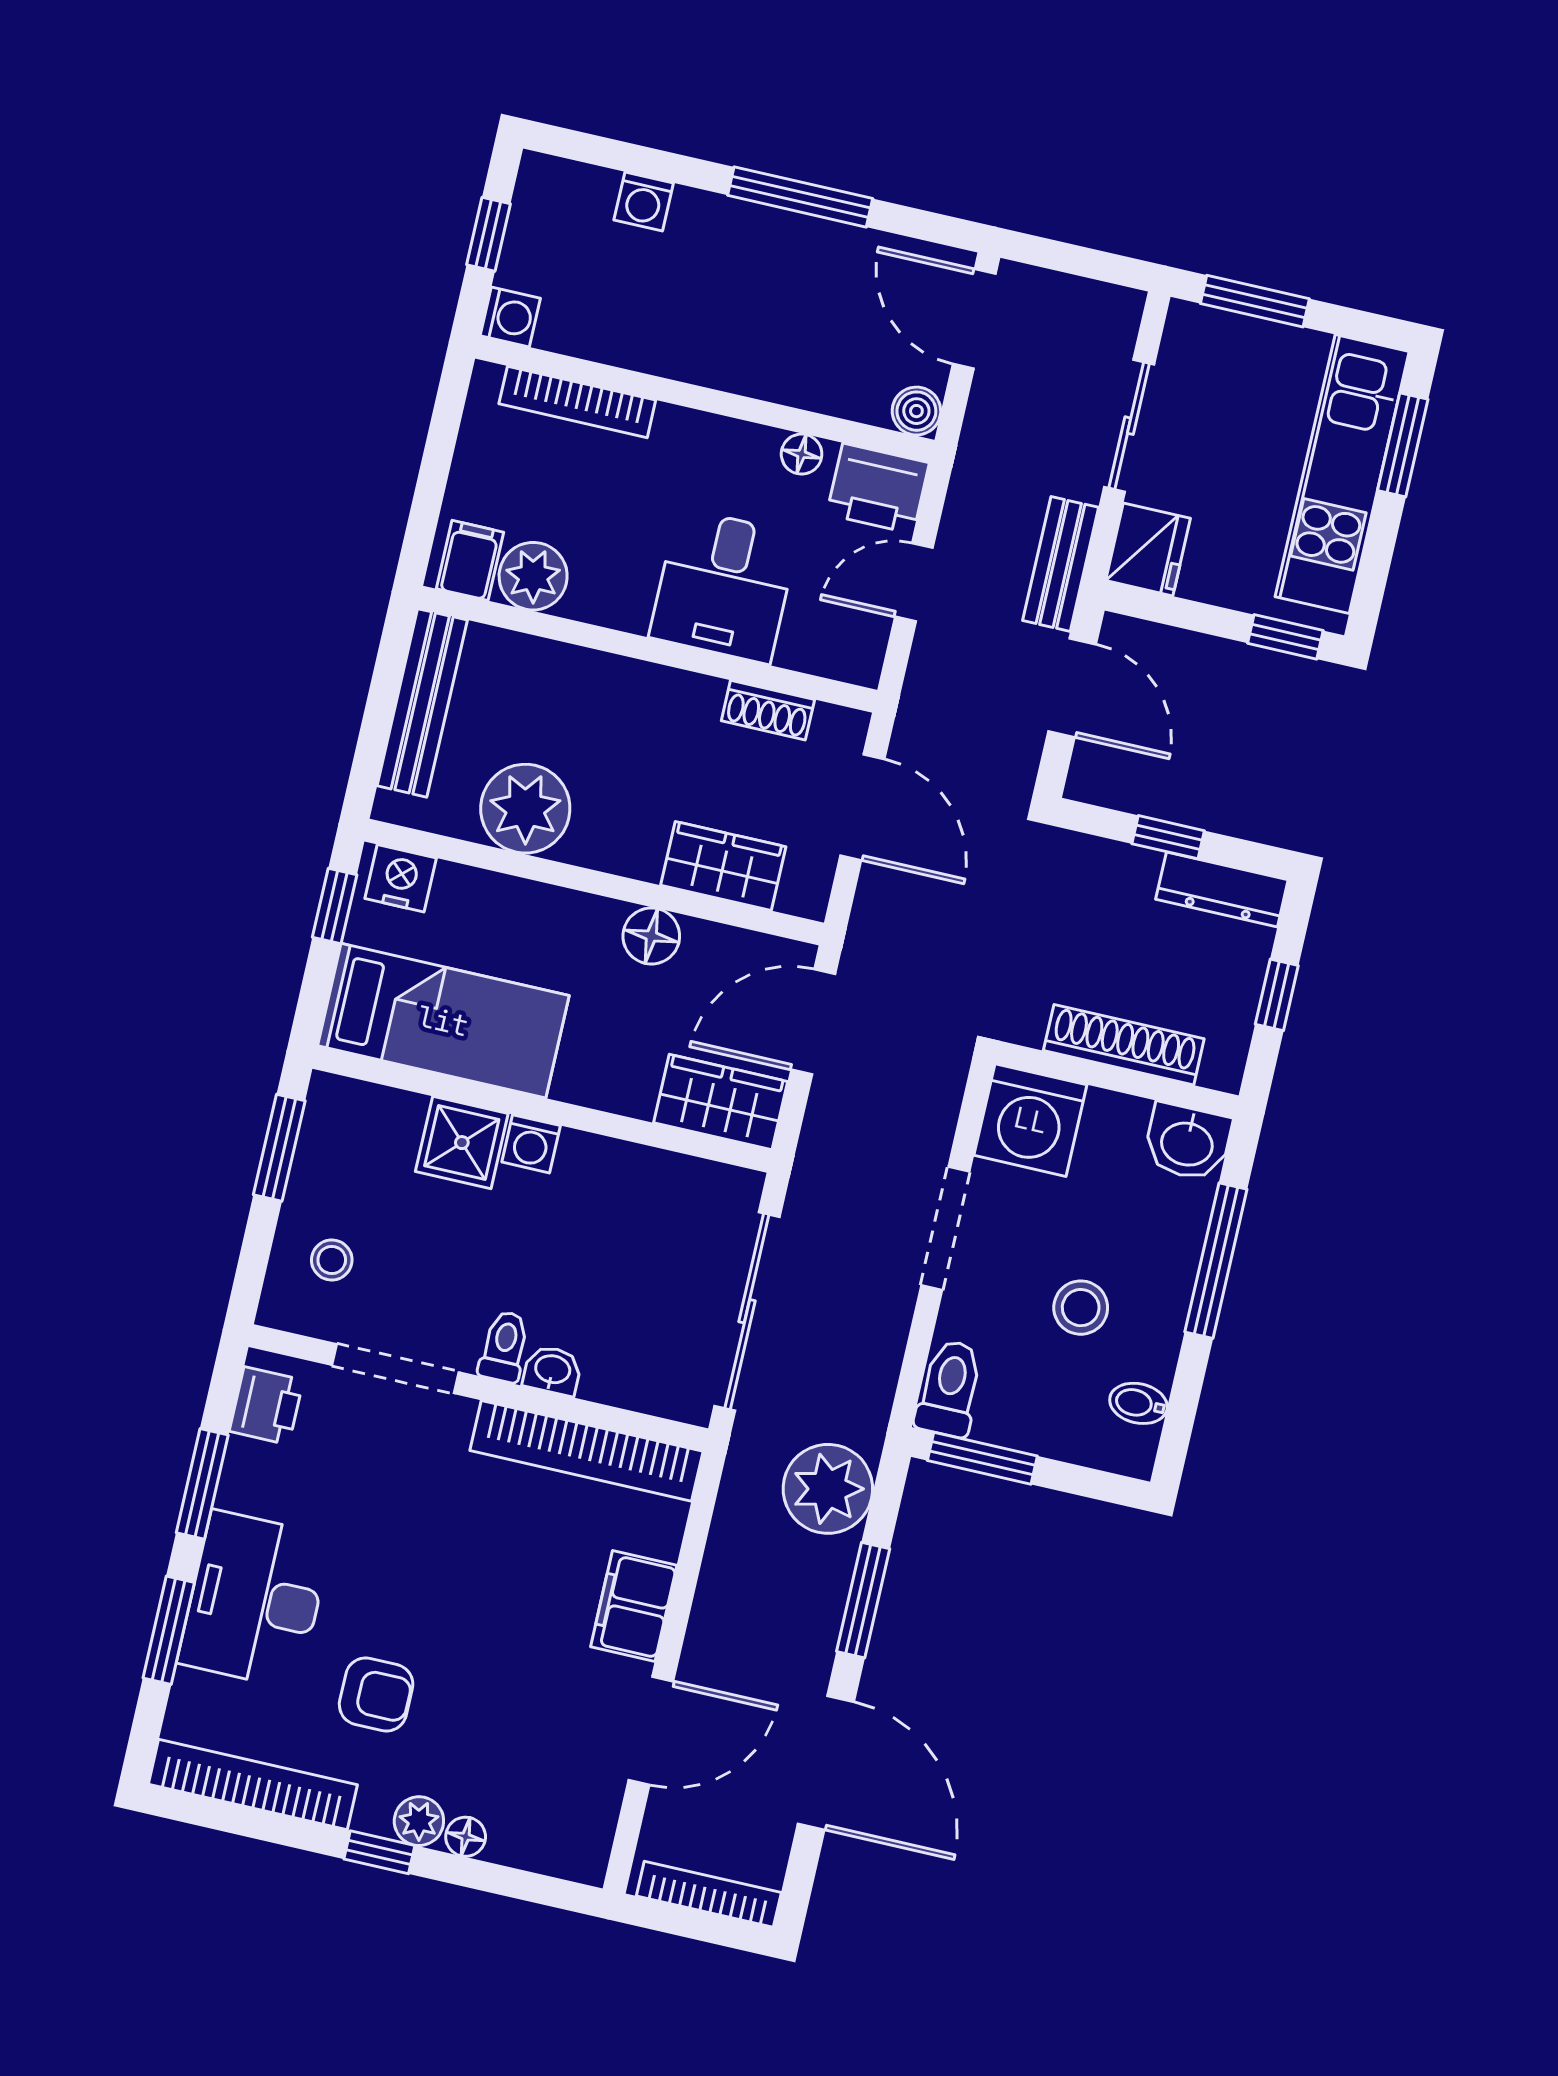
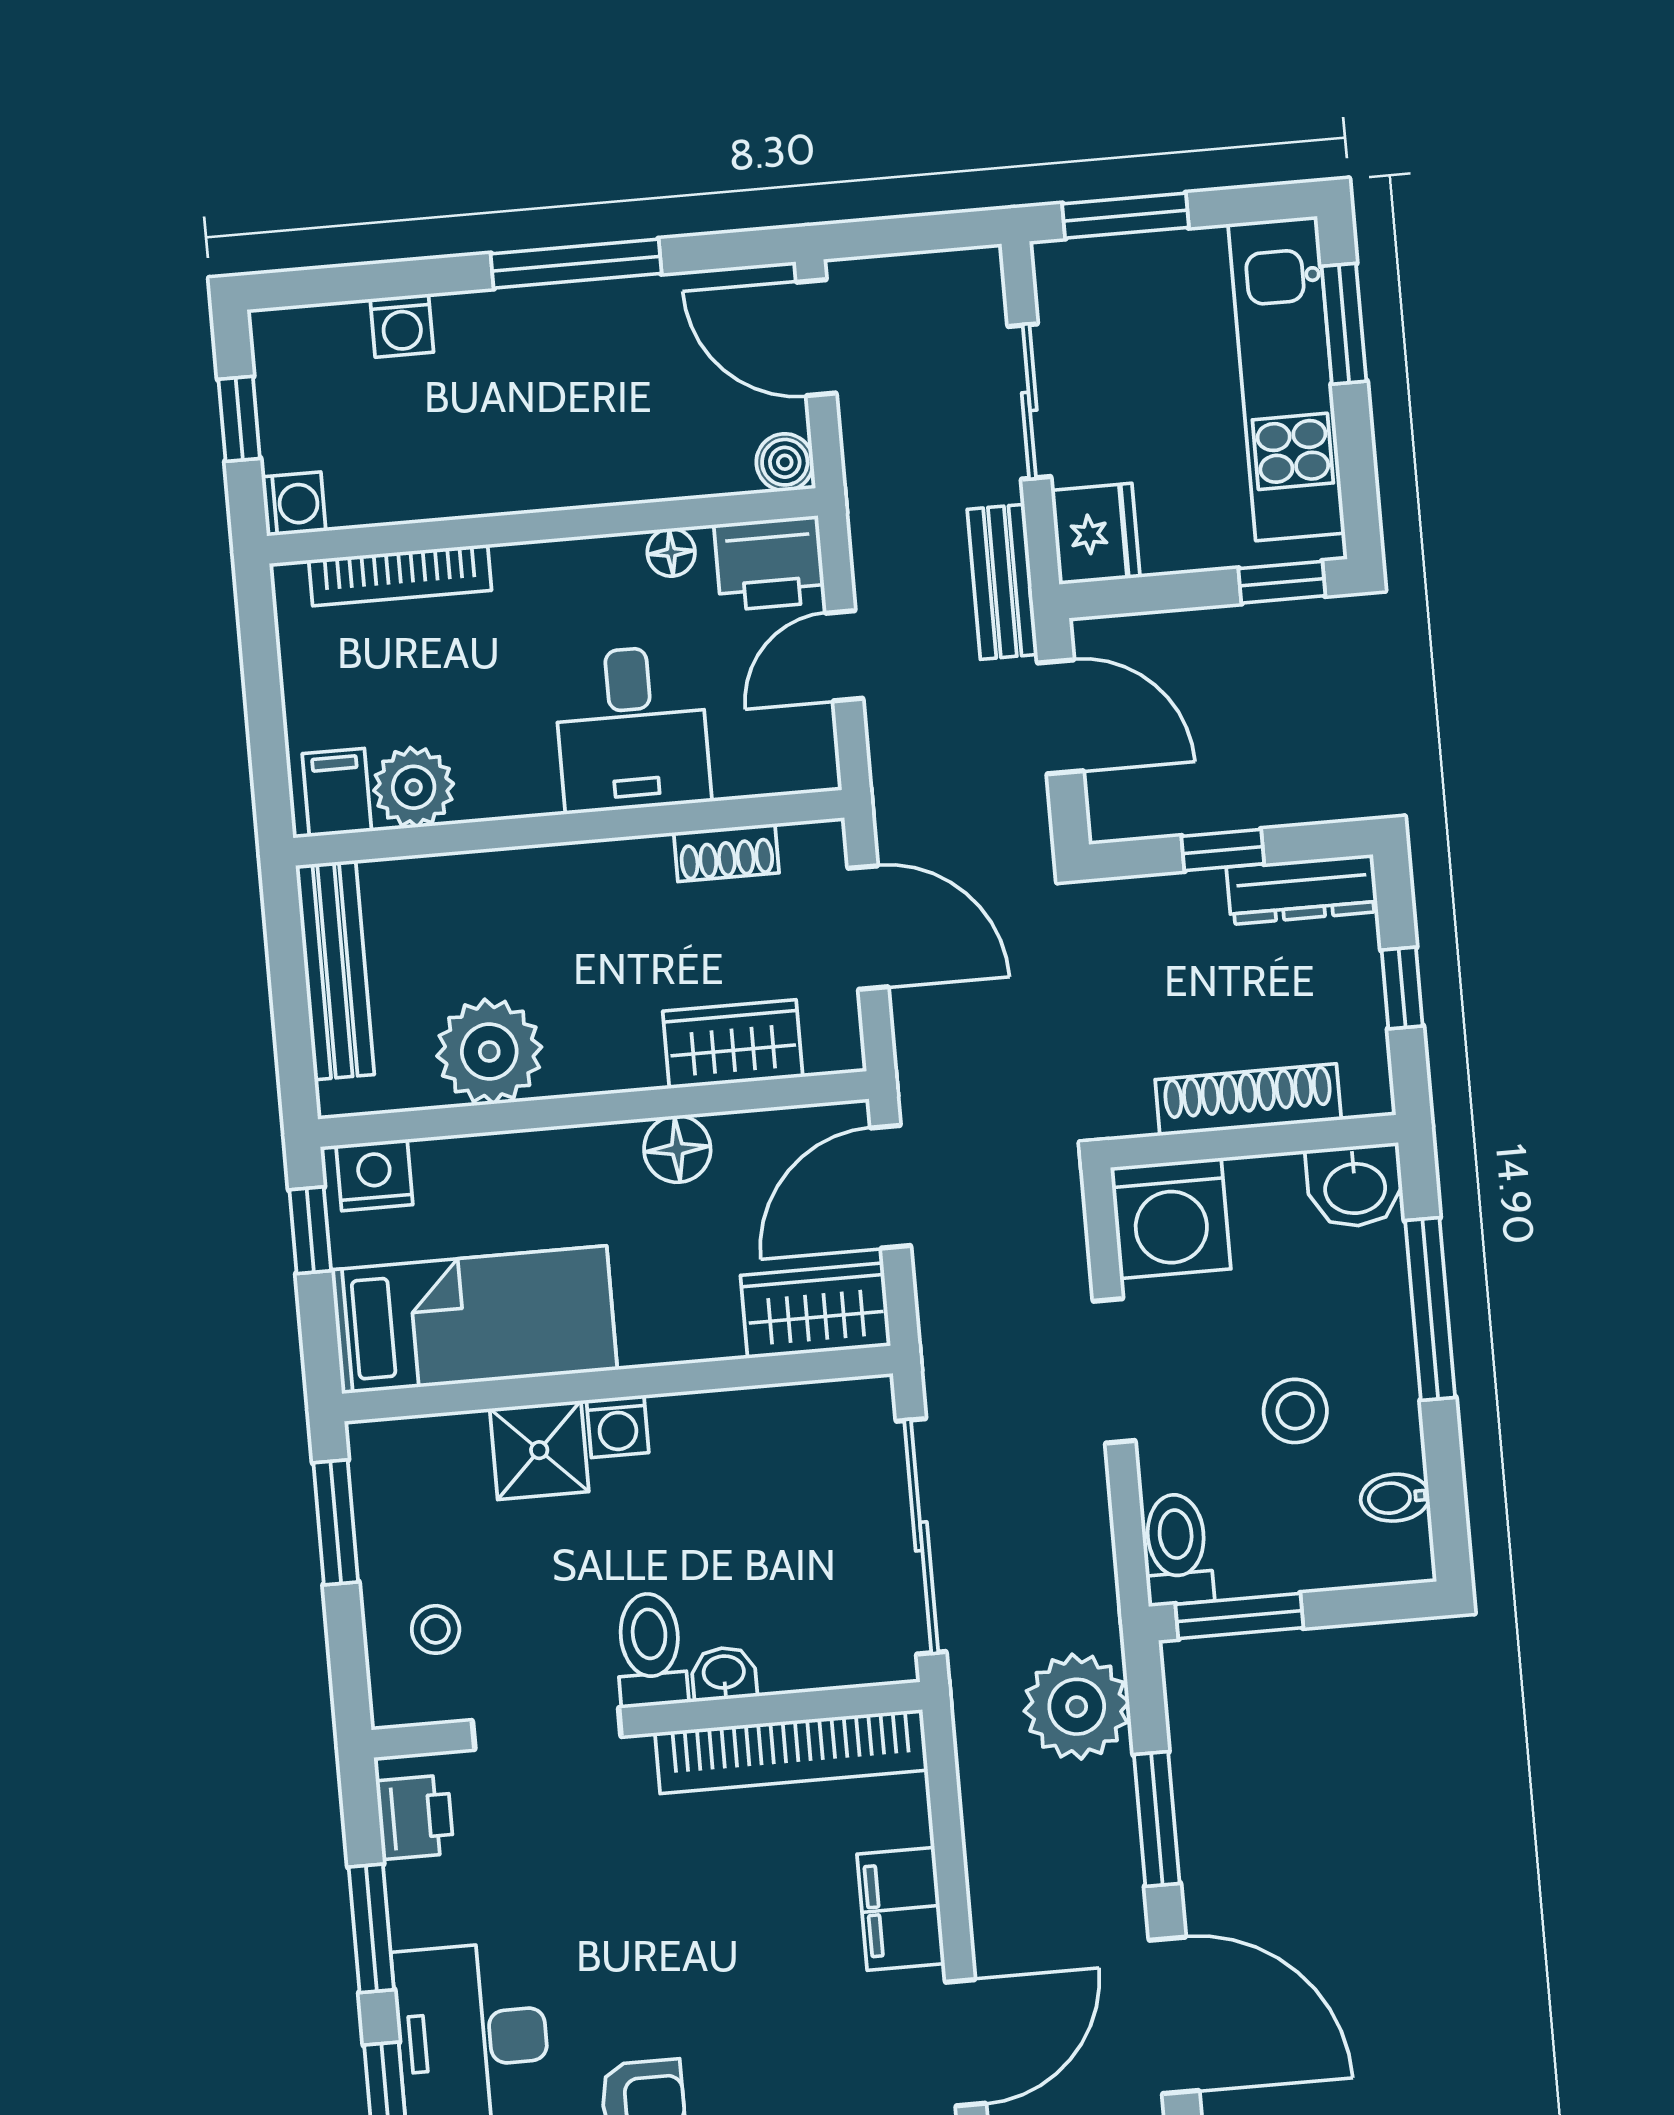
toilet: (504, 1347) -> (650, 1650), width x1.37, depth x1.39

